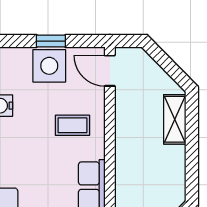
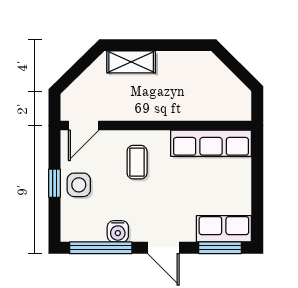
side table: (49, 66) -> (79, 185), width x0.73, depth x0.73

